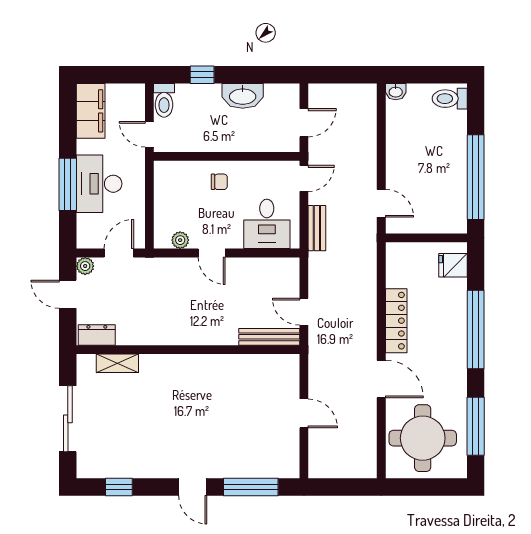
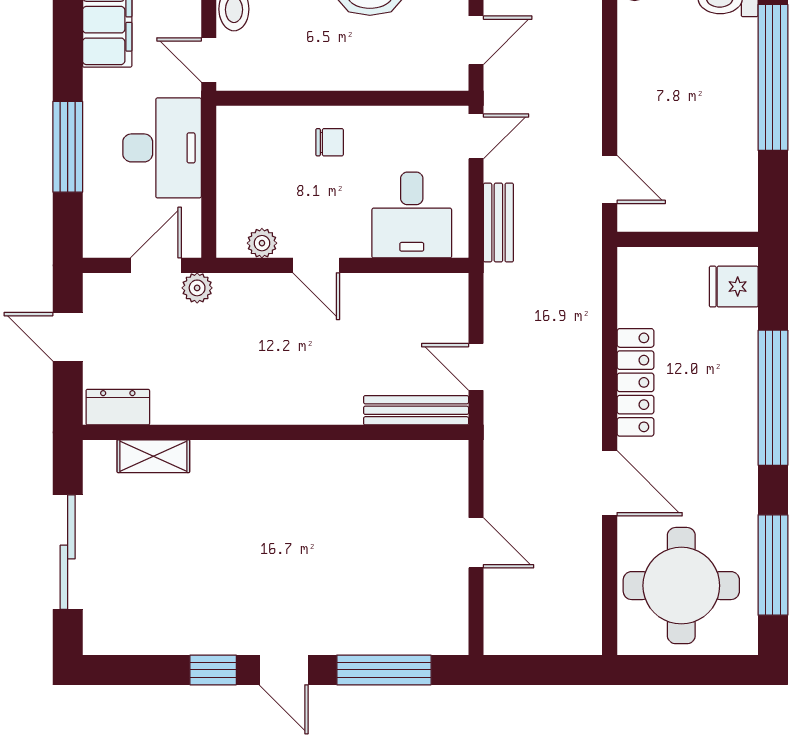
window: (476, 177) -> (773, 77), moved
desk: (99, 184) -> (162, 148), moved, turned 180
plant: (85, 266) -> (197, 288), moved
window: (119, 487) -> (213, 670), moved

